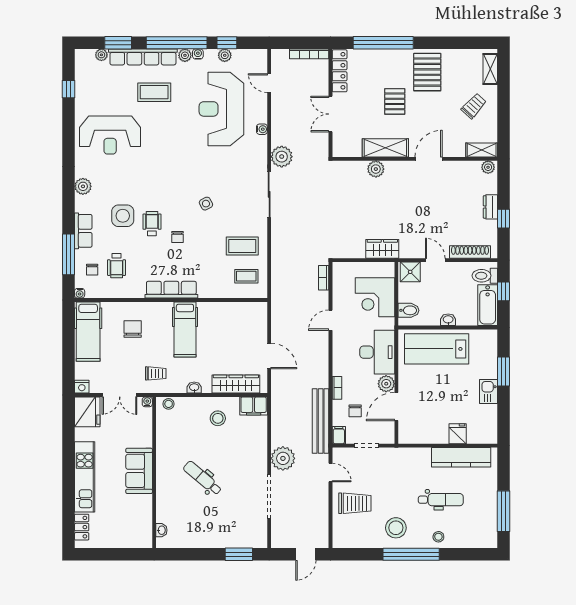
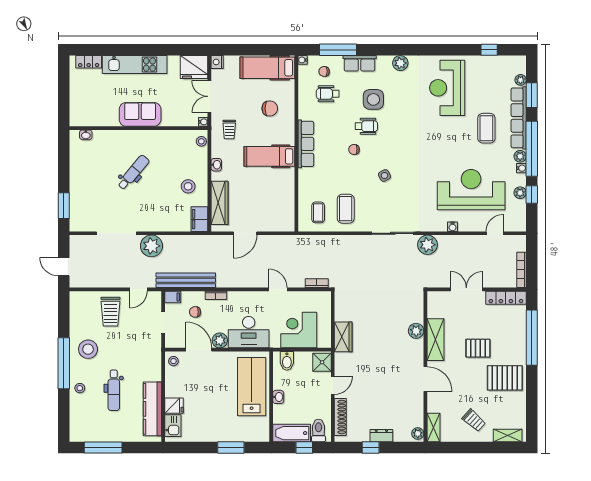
kitchen sink: (488, 392) -> (173, 426), moved, turned 90
stool: (409, 434) -> (173, 361), added

